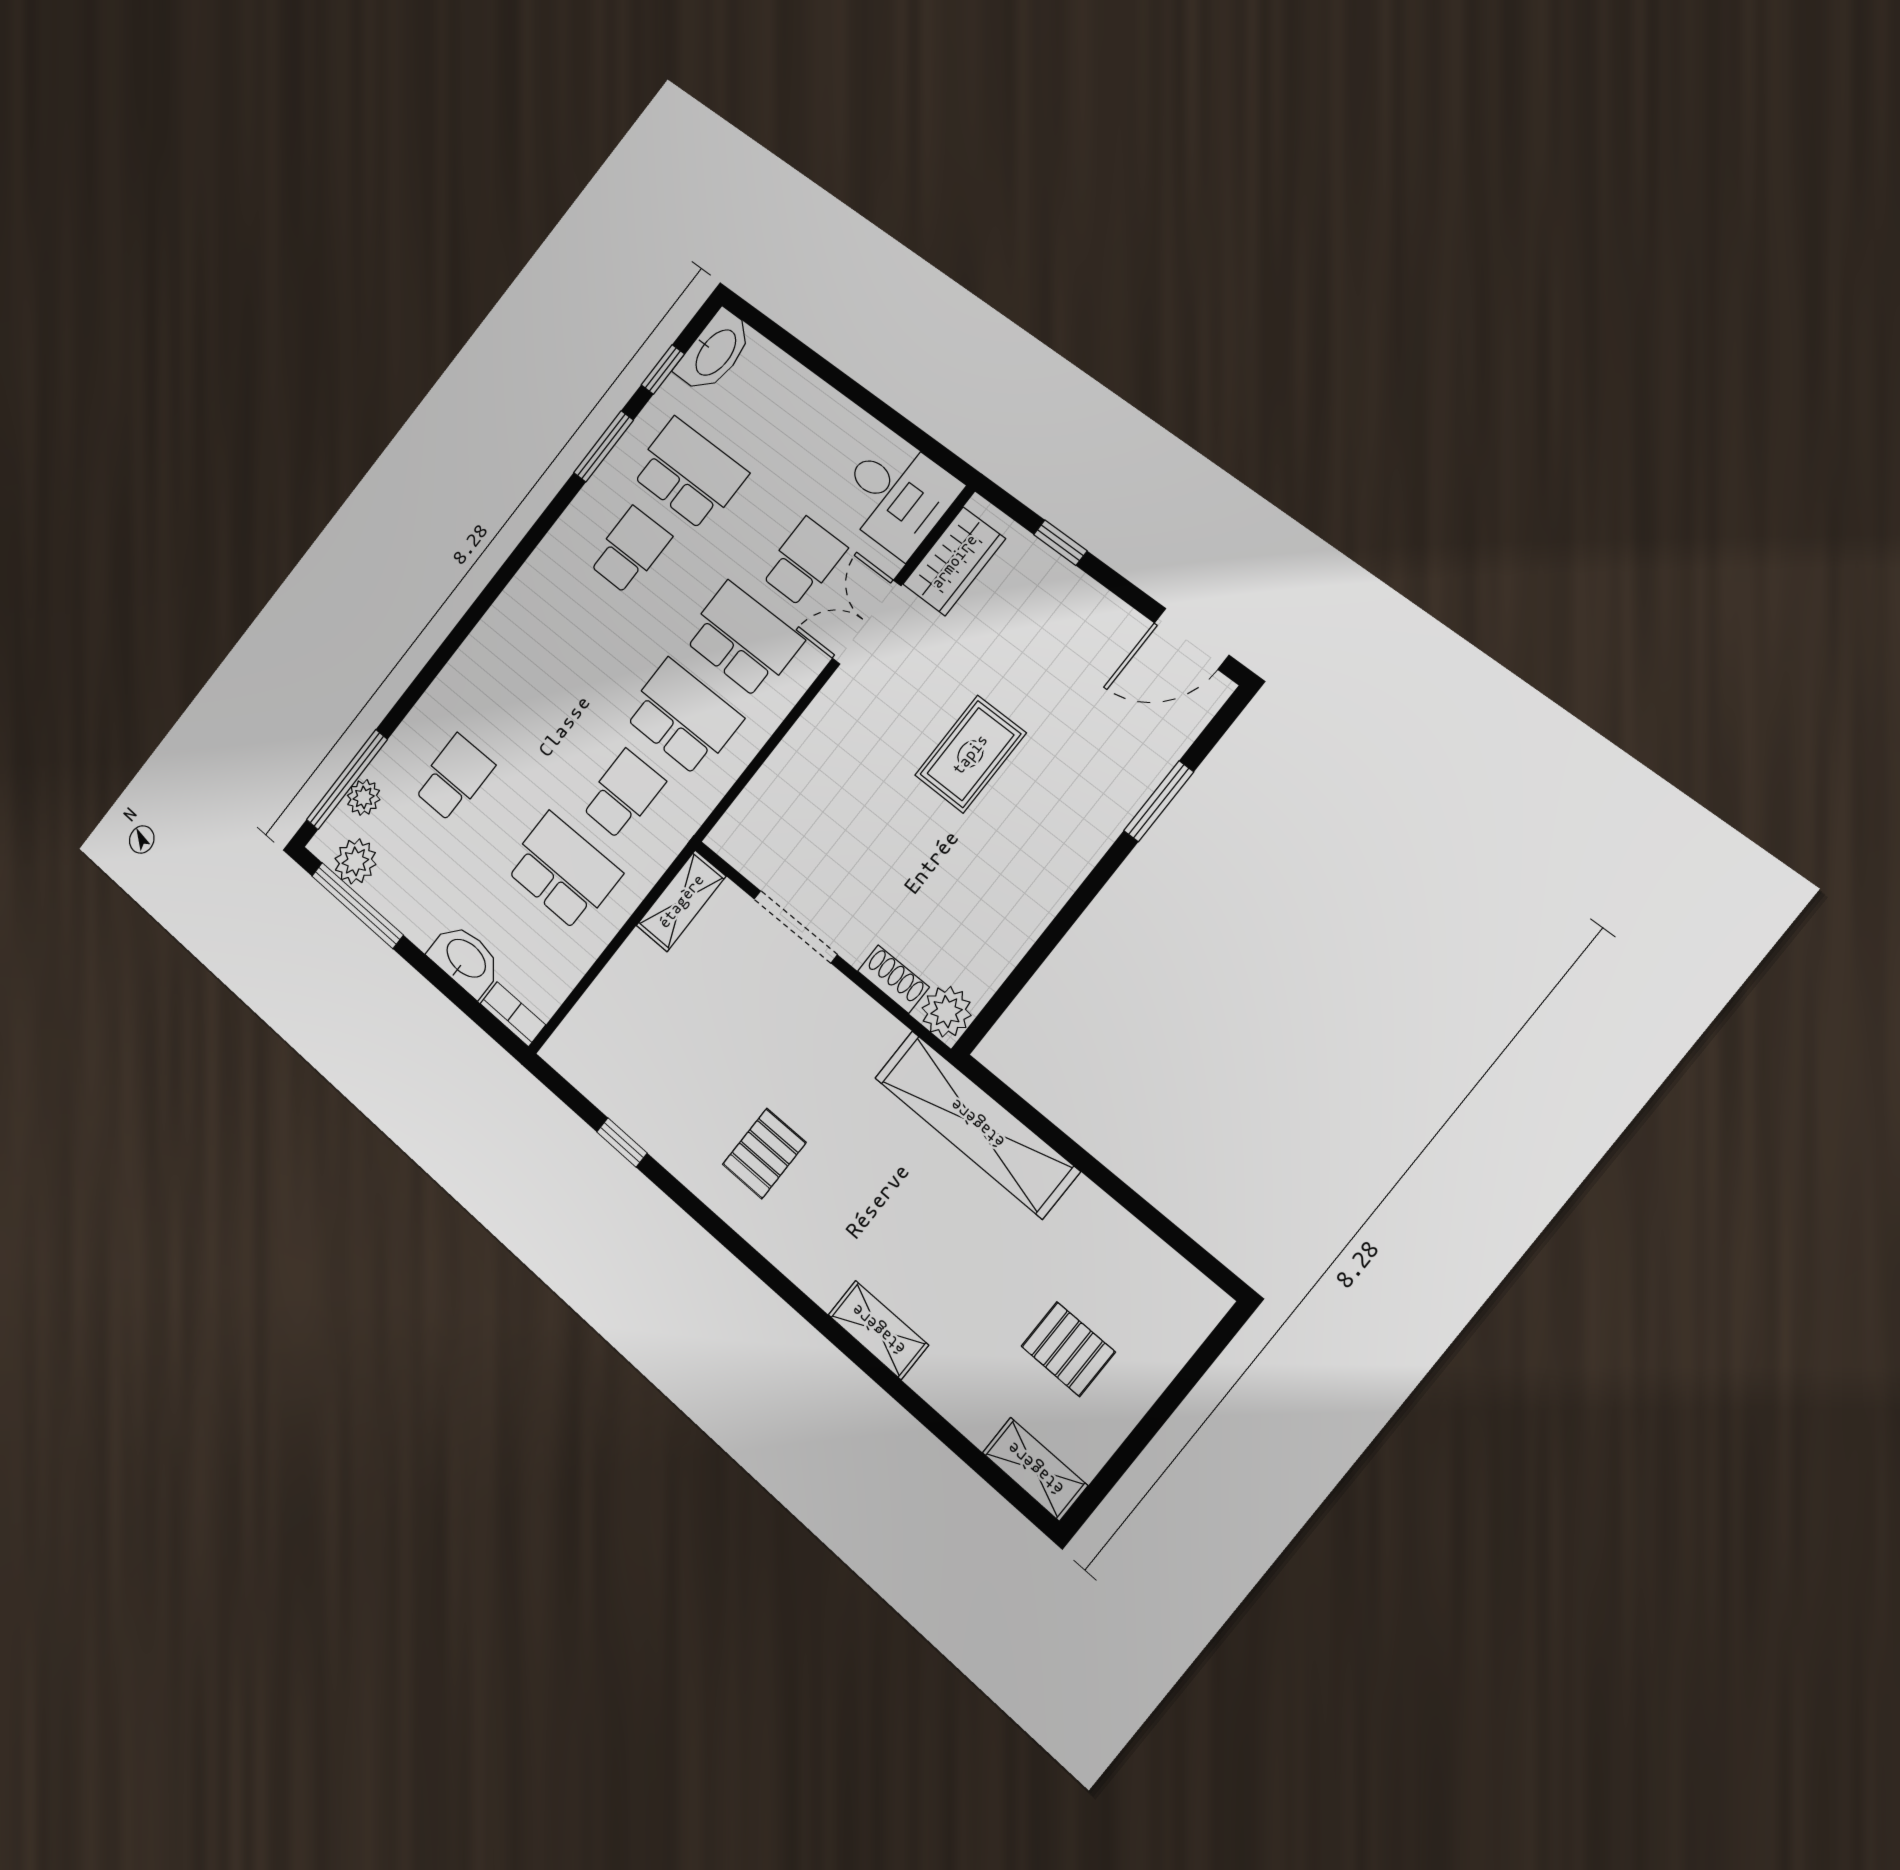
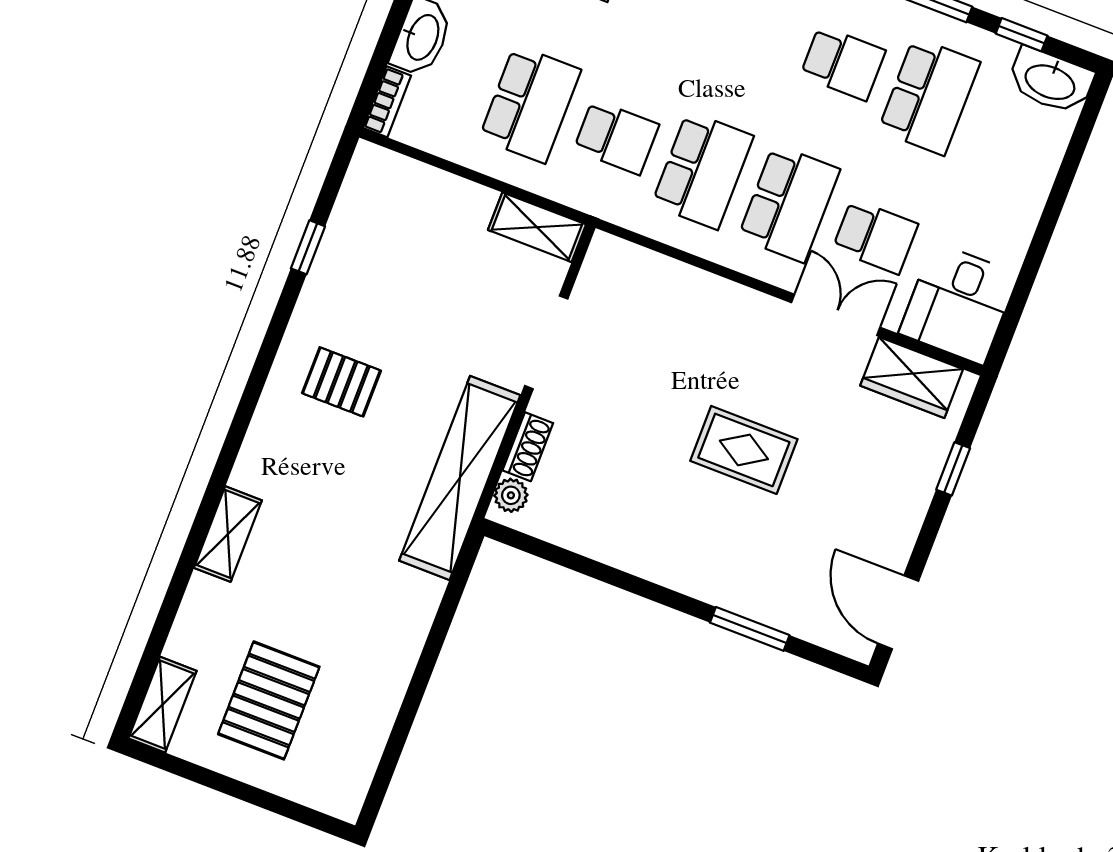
plant: (947, 1012) -> (511, 495), width x0.73, depth x0.73
shelving: (977, 1124) -> (460, 478), moved
pallet: (1068, 1349) -> (269, 700), width x1.50, depth x1.42

